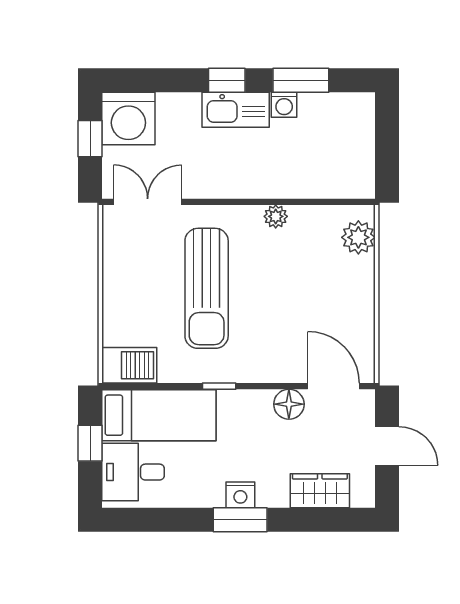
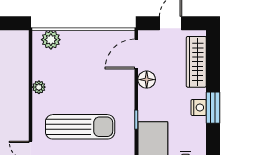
wardrobe: (320, 491) -> (196, 62), width x1.50

